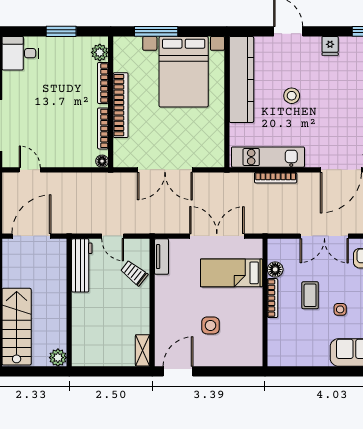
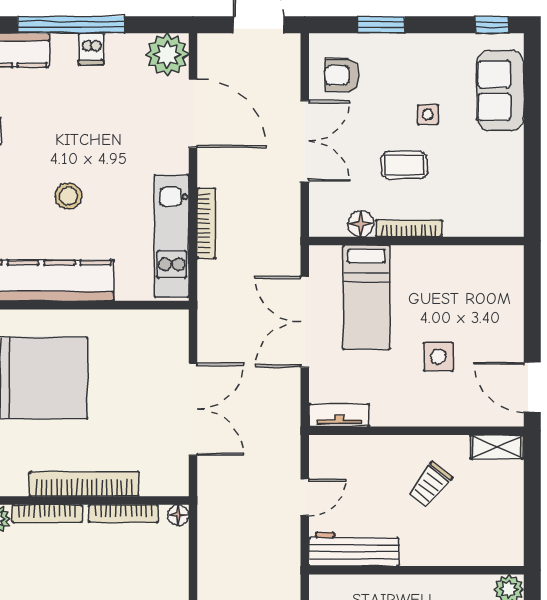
trolley: (134, 273) -> (430, 485), moved
side table: (210, 325) -> (438, 357), moved

